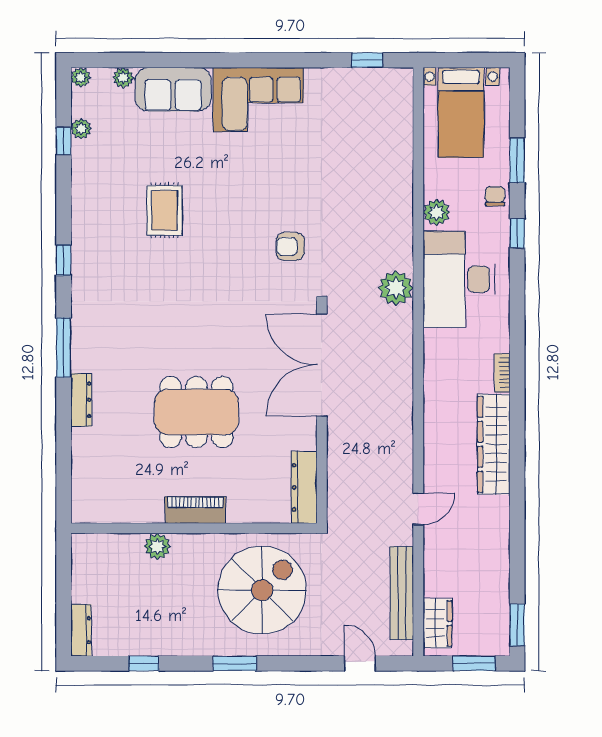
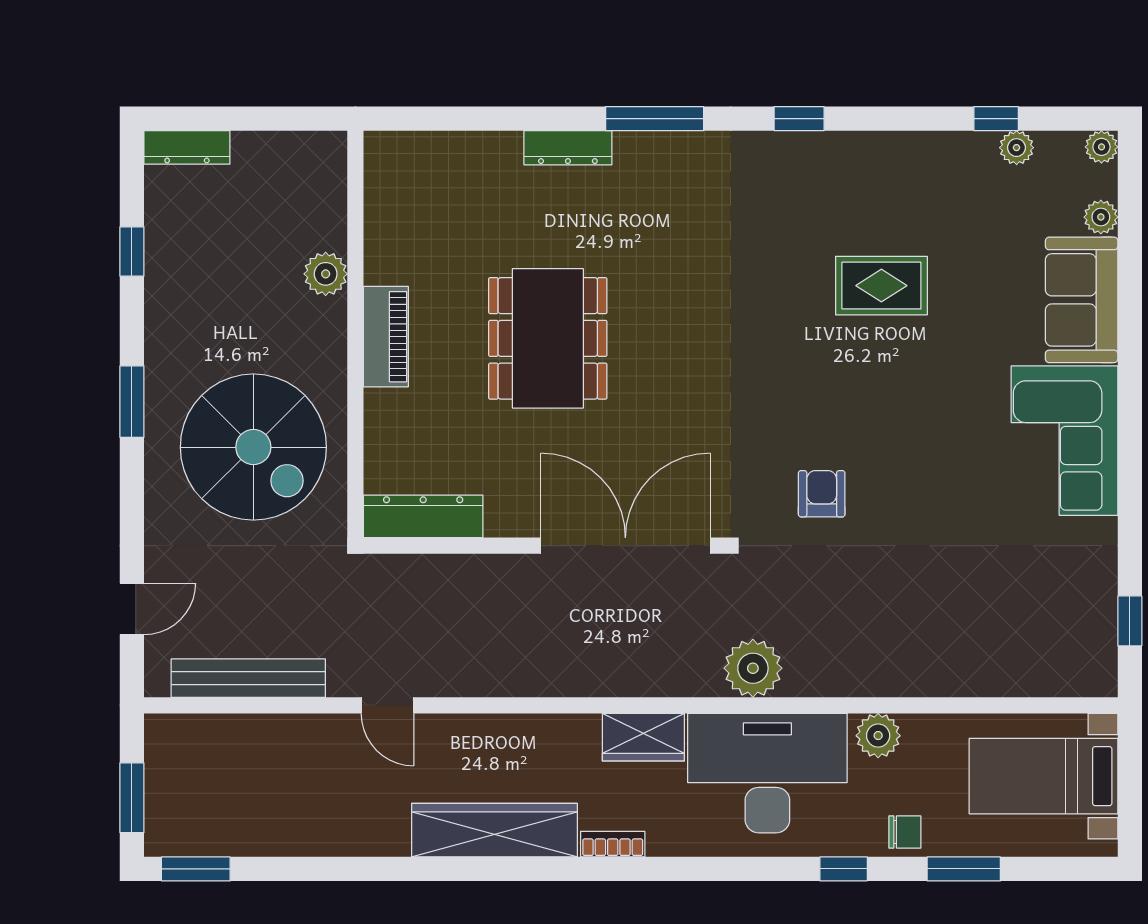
wardrobe: (437, 623) -> (643, 737), moved

